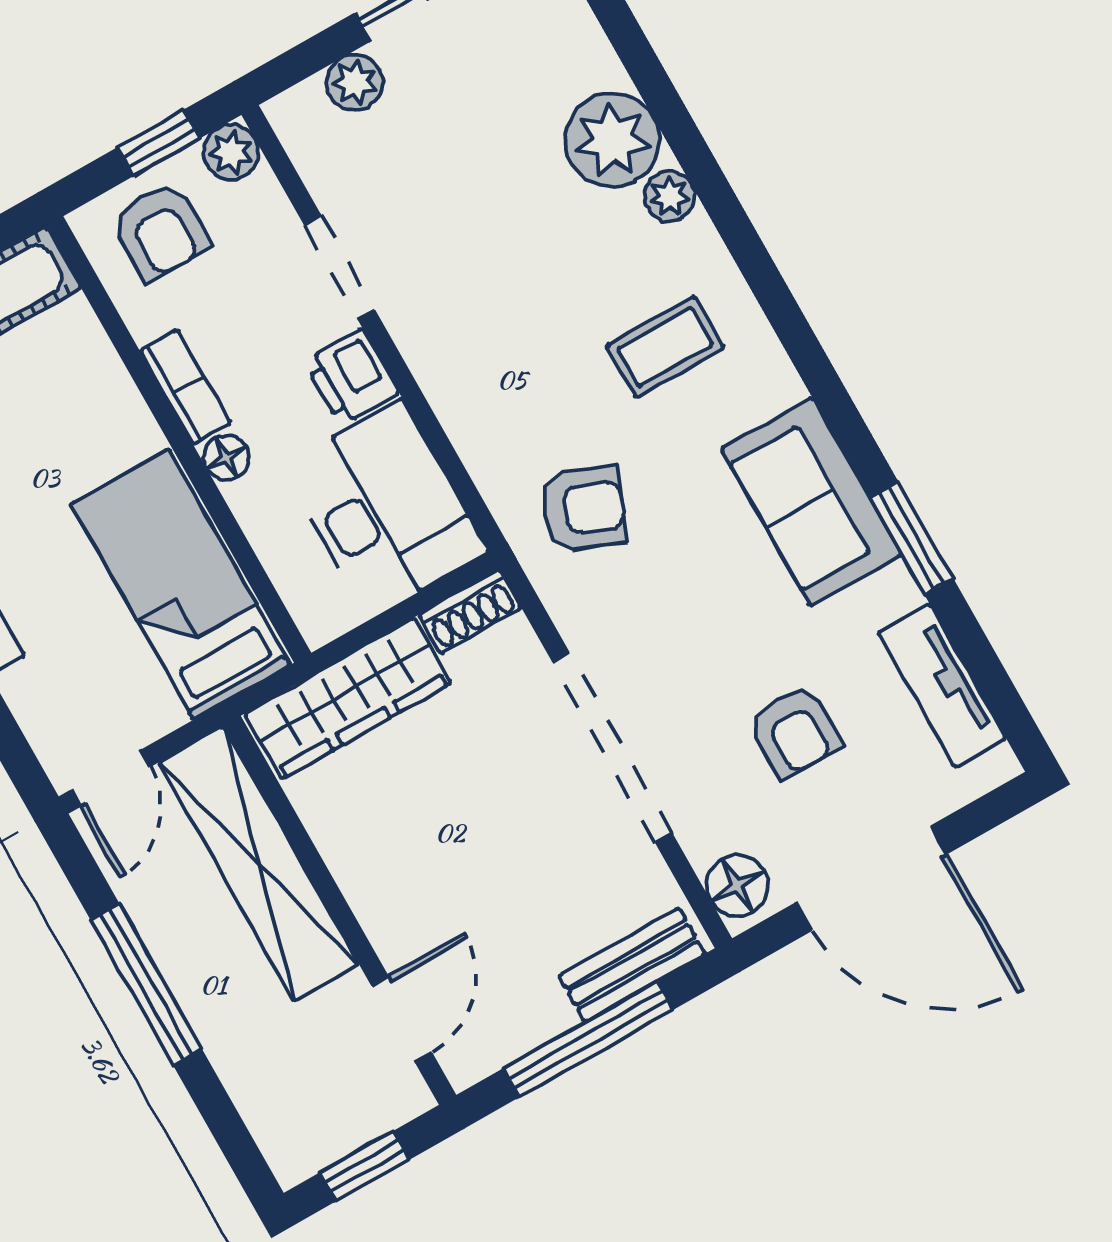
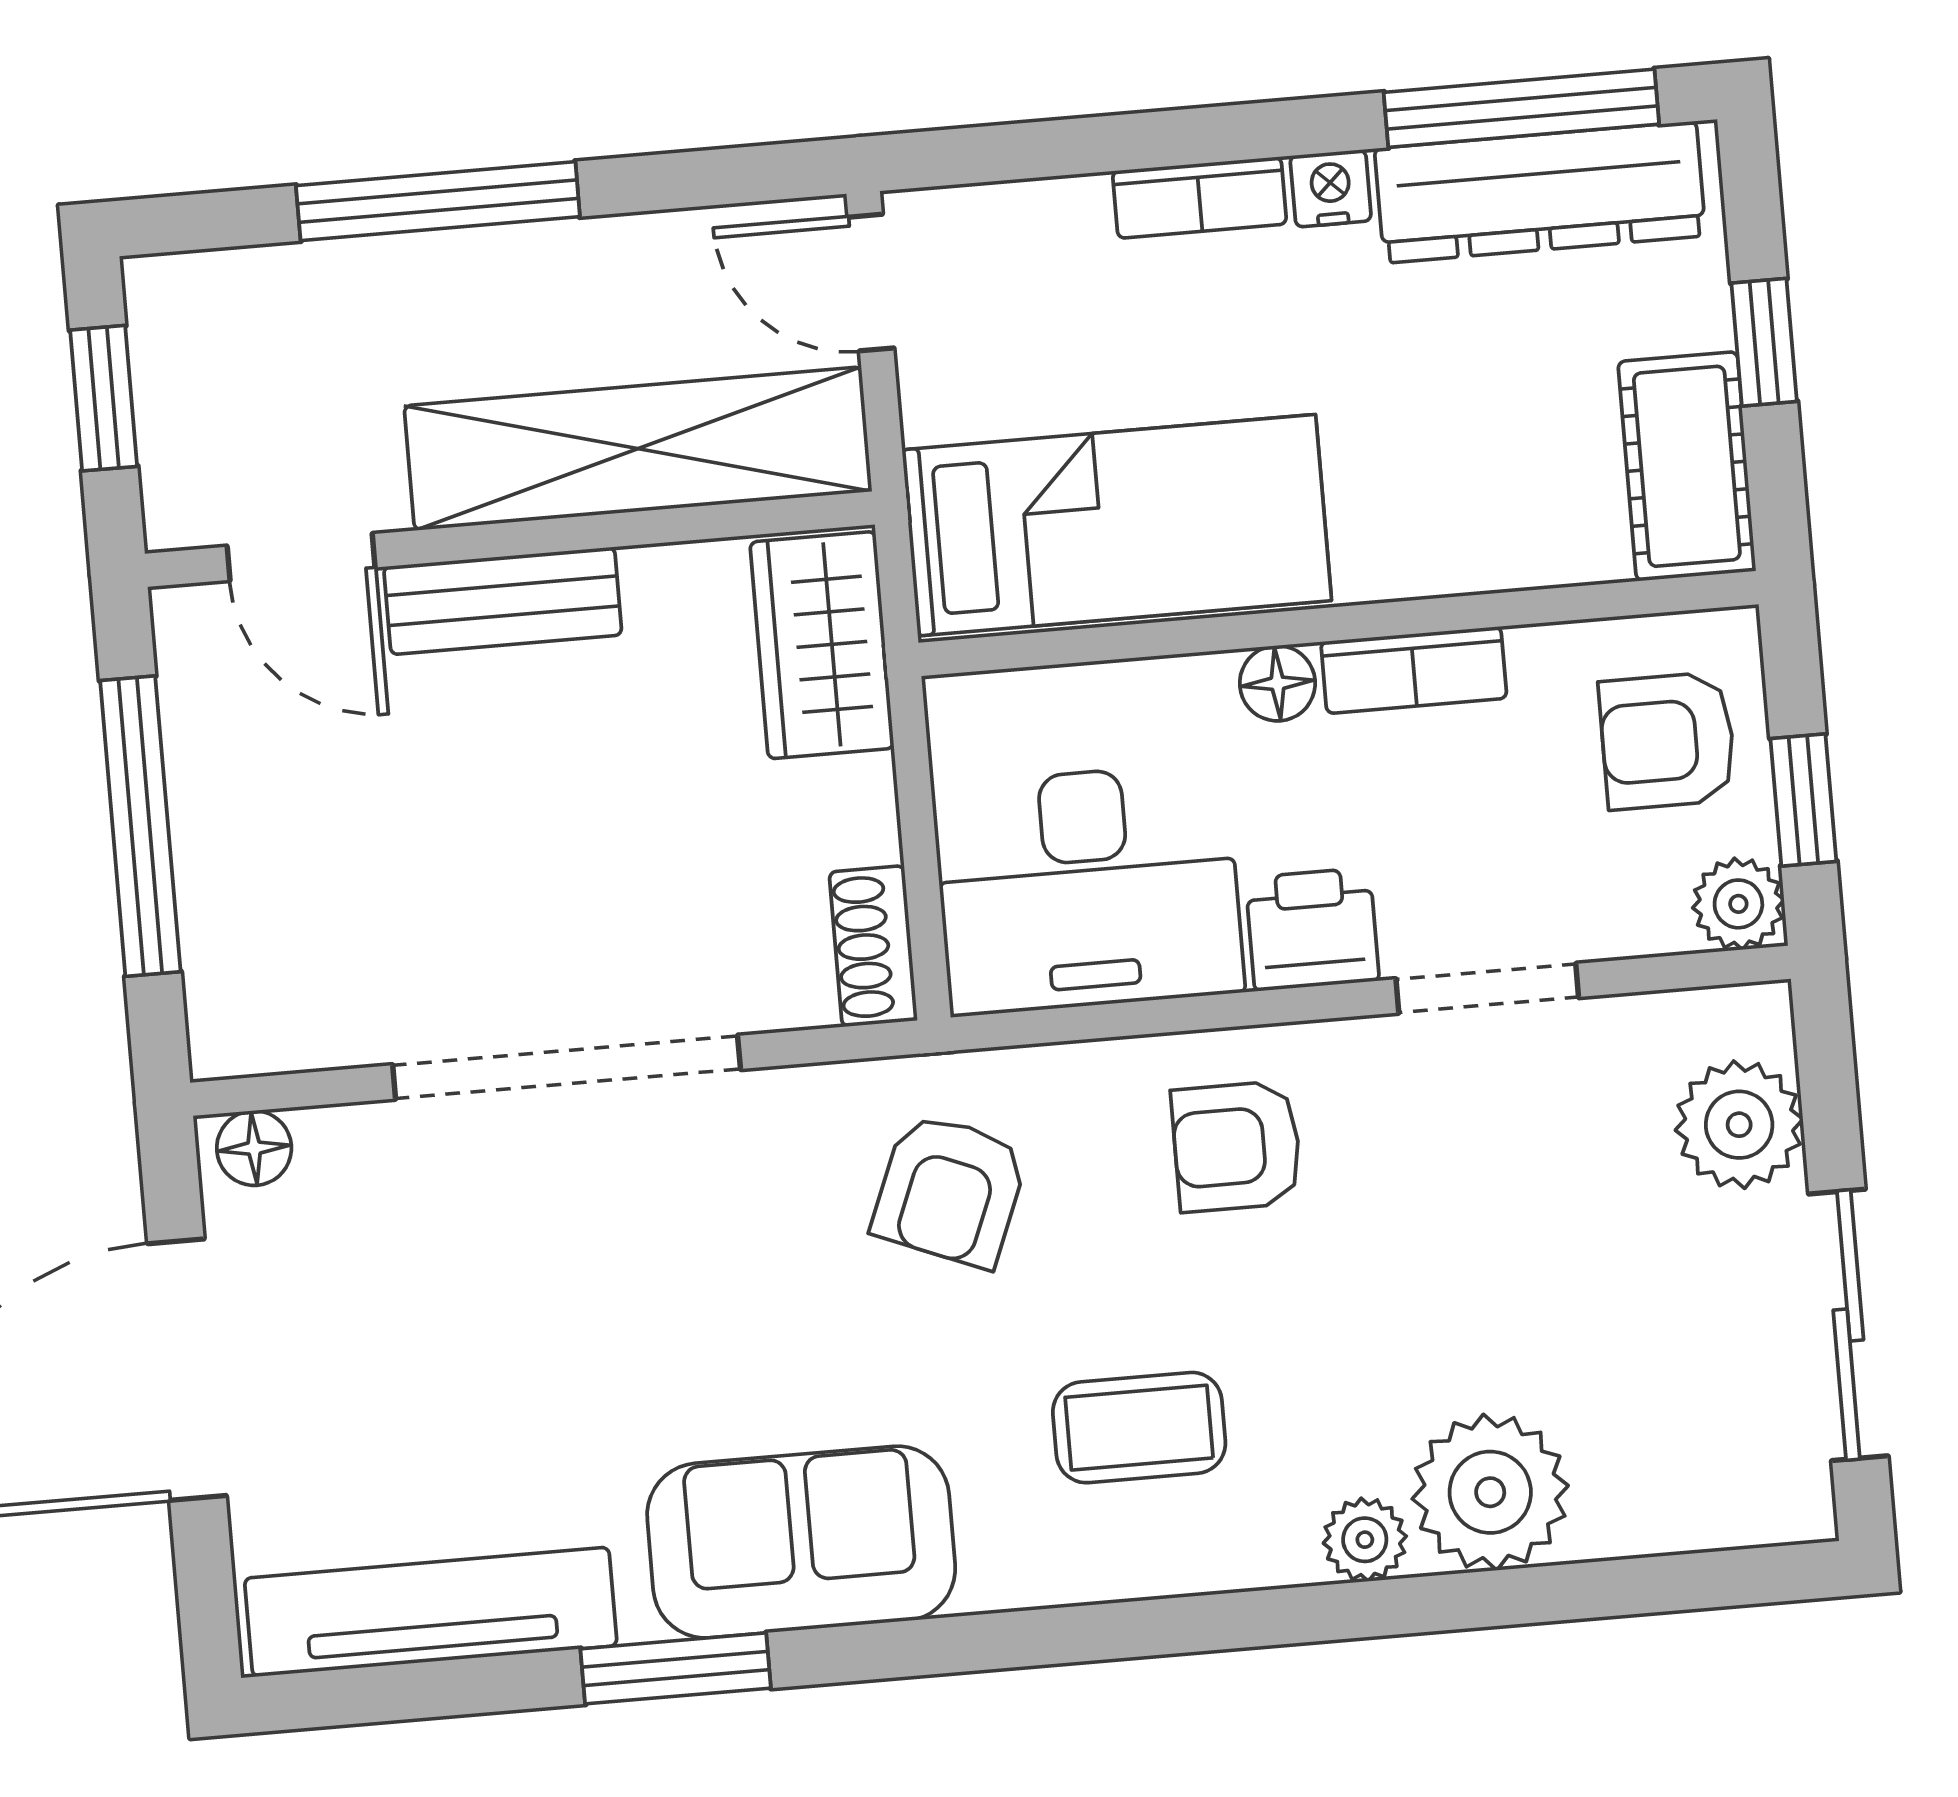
plant: (355, 83) -> (1739, 1125), width x1.38, depth x1.38
coffee table: (665, 347) -> (1139, 1428), turned 90
tv unit: (942, 685) -> (431, 1612), width x1.41
wardrobe: (348, 698) -> (822, 645), width x0.67
armchair: (795, 732) -> (1237, 1146), moved
floor lamp: (737, 886) -> (254, 1148), width x0.73, depth x0.73
bench: (632, 965) -> (503, 601), moved, turned 90
window: (147, 985) -> (438, 201), moved

